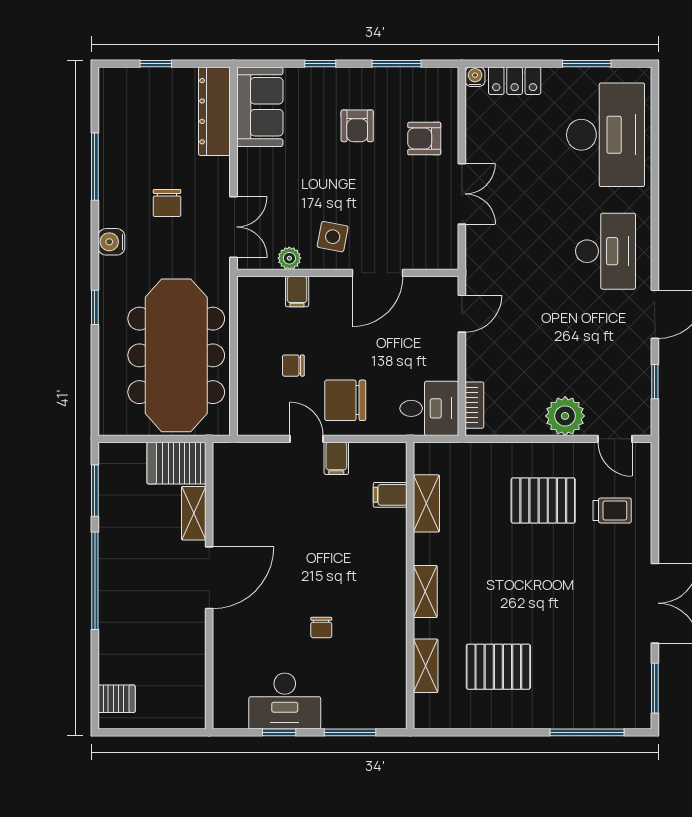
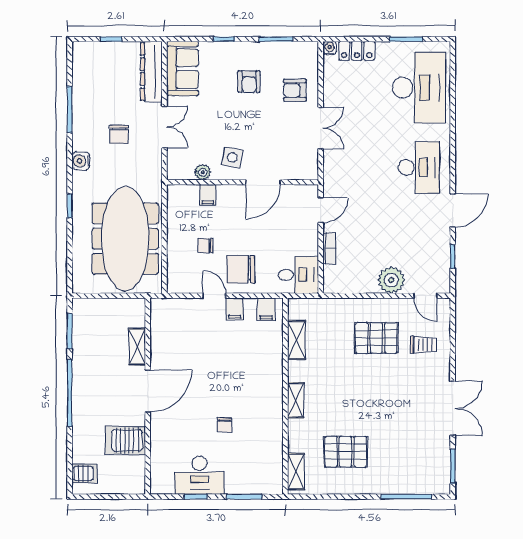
double door: (233, 227) -> (164, 127), moved
bookcase: (474, 405) -> (329, 248), moved
server rack: (176, 463) -> (125, 440), moved
filing cabinet: (390, 495) -> (266, 309), moved, turned -90
shelving: (426, 666) -> (296, 471), moved

